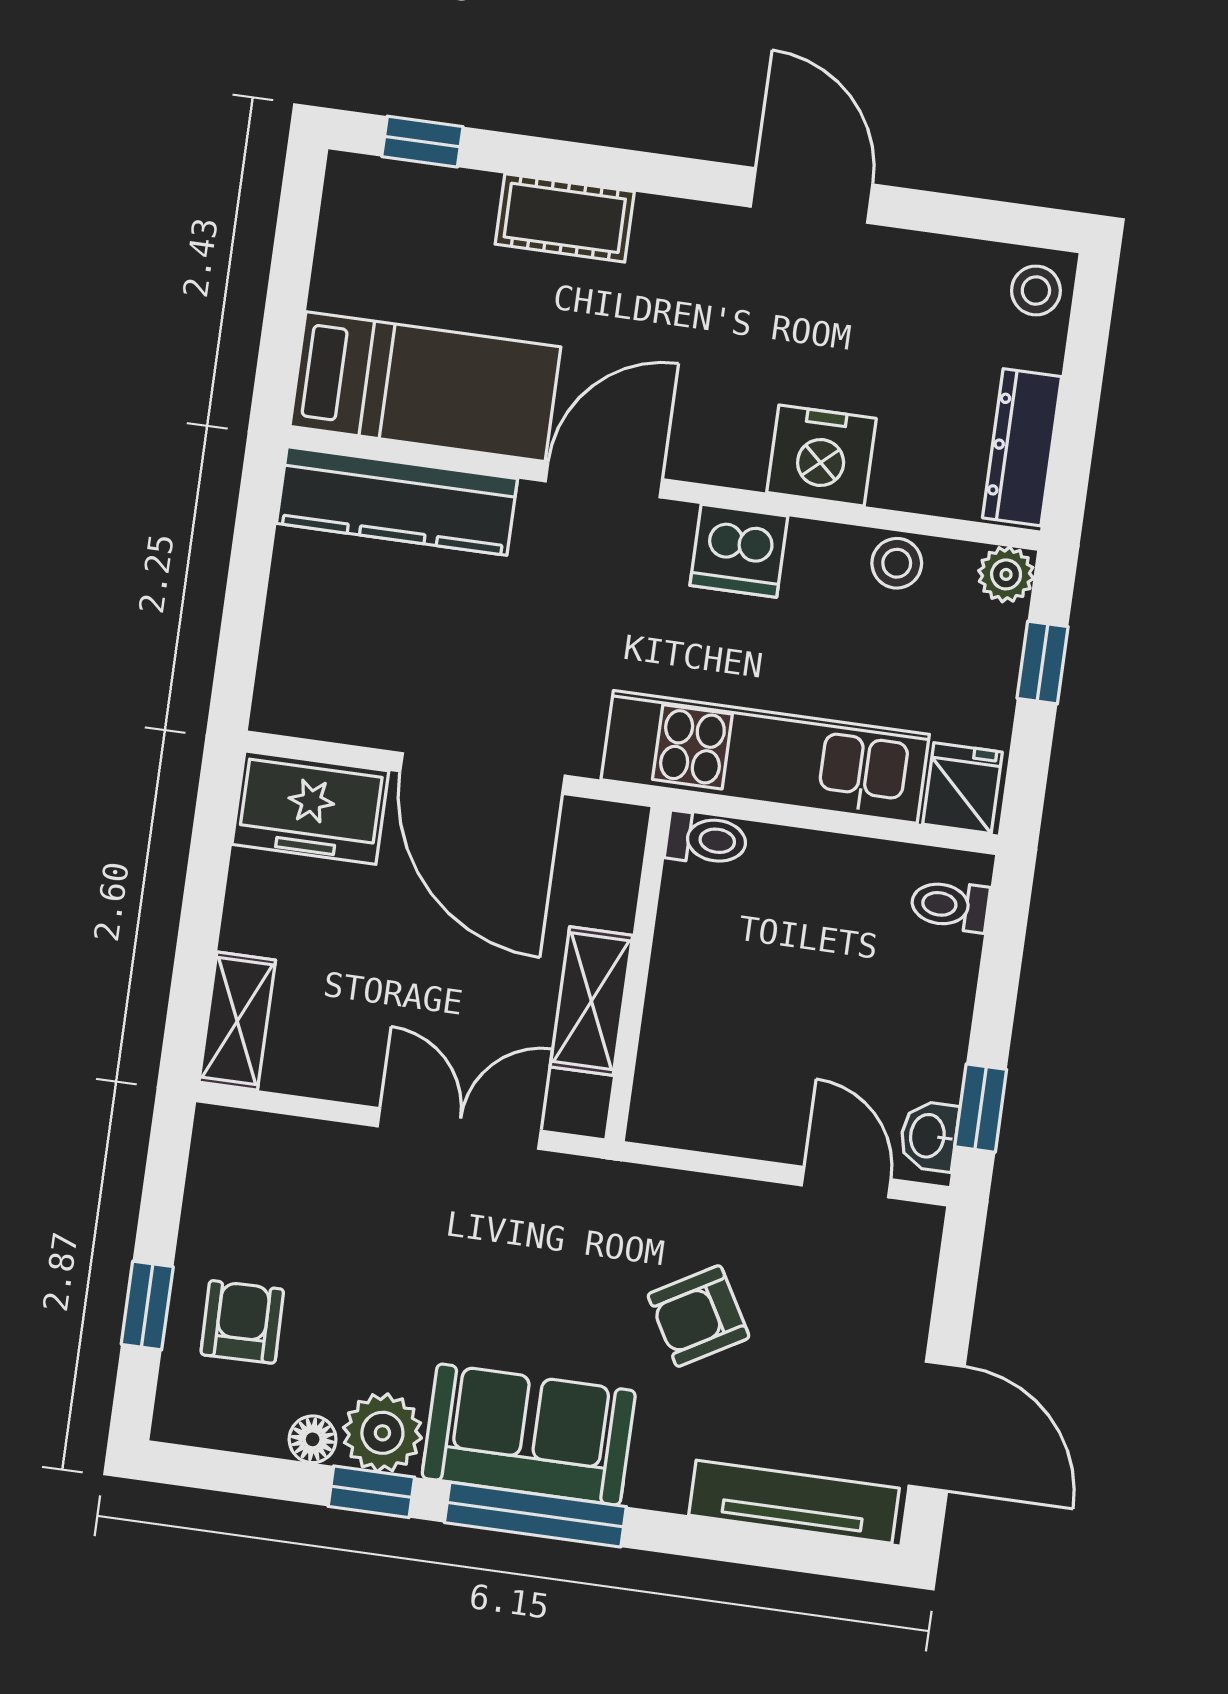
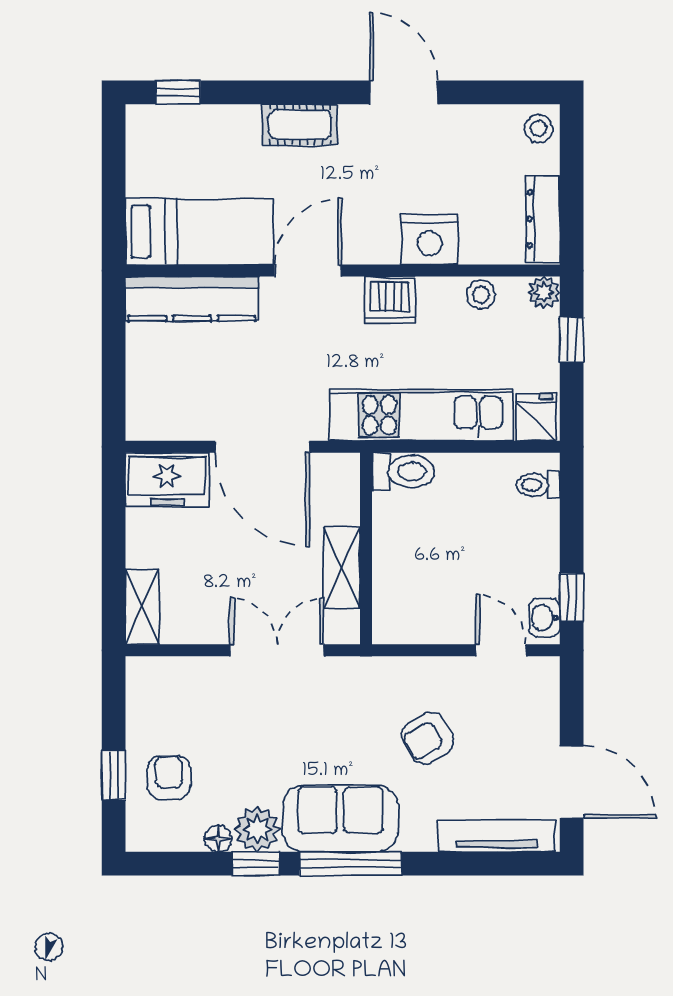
cot: (565, 218) -> (300, 125), moved
toilet: (706, 839) -> (403, 472), width x1.37, depth x1.39

